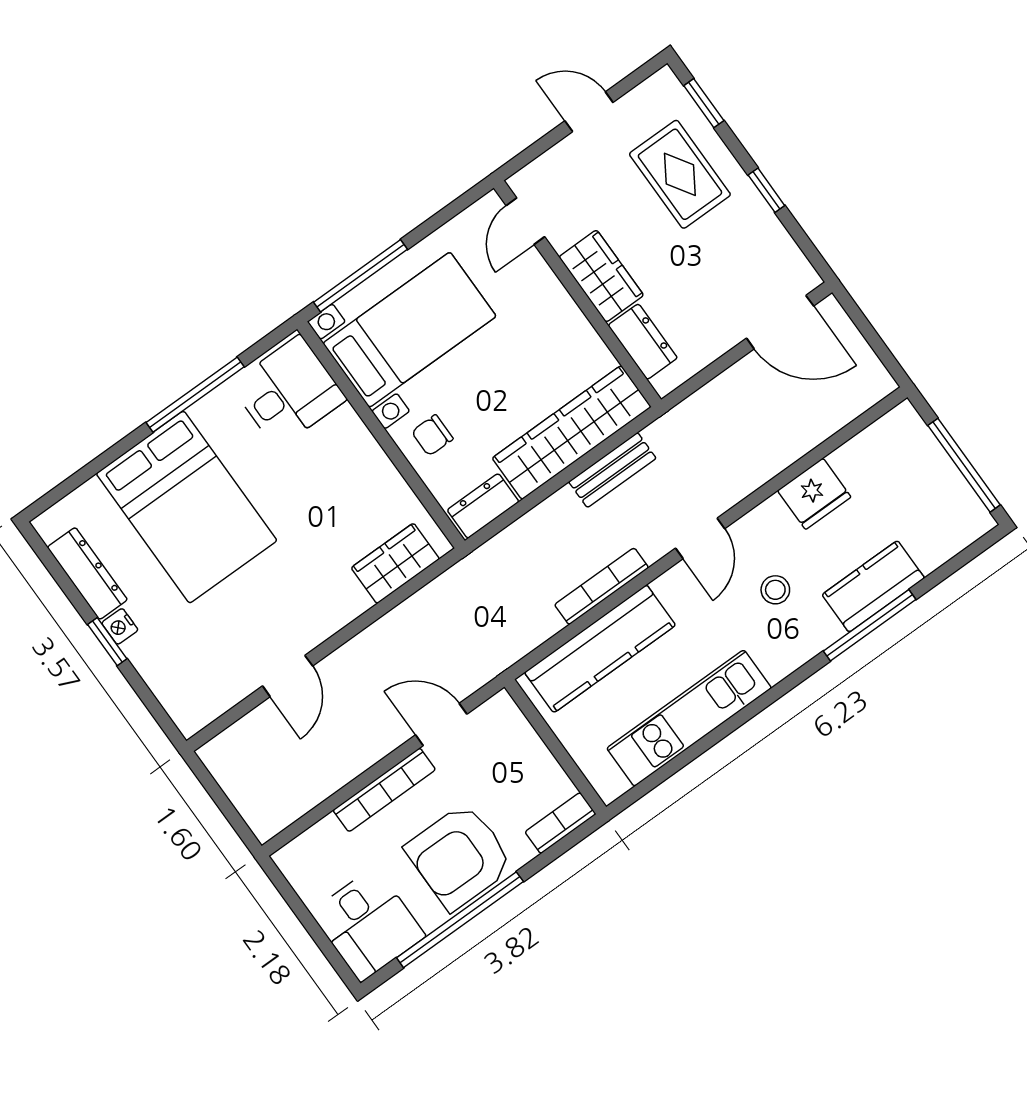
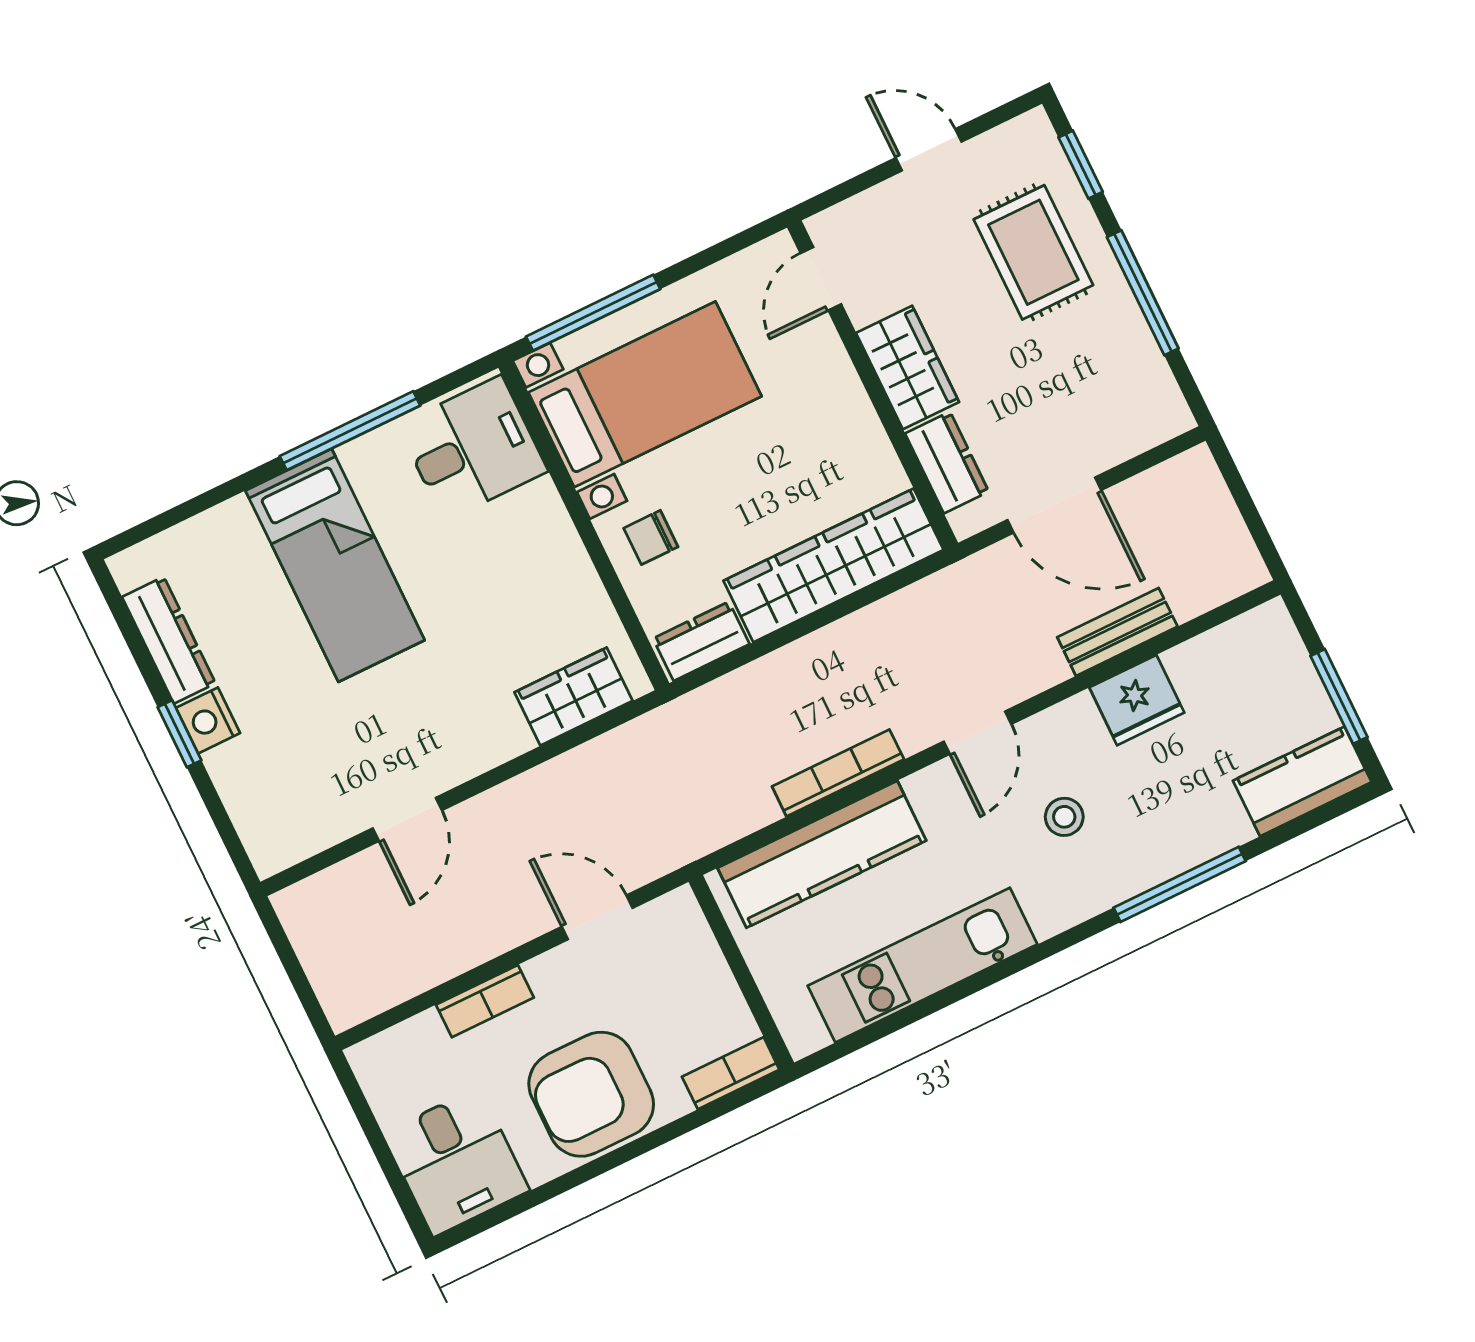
window: (766, 190) -> (1143, 293), width x2.17
door: (780, 322) -> (1054, 505), moved
window: (964, 465) -> (1339, 697), width x0.69
bench: (612, 470) -> (1117, 632), moved
bed: (187, 507) -> (335, 565), width x0.67
kitchen counter: (873, 586) -> (1302, 781), moved
nightstand: (120, 626) -> (208, 720), width x1.39, depth x1.35
bookcase: (384, 790) -> (485, 1001), width x0.64
window: (460, 920) -> (578, 1177), removed

